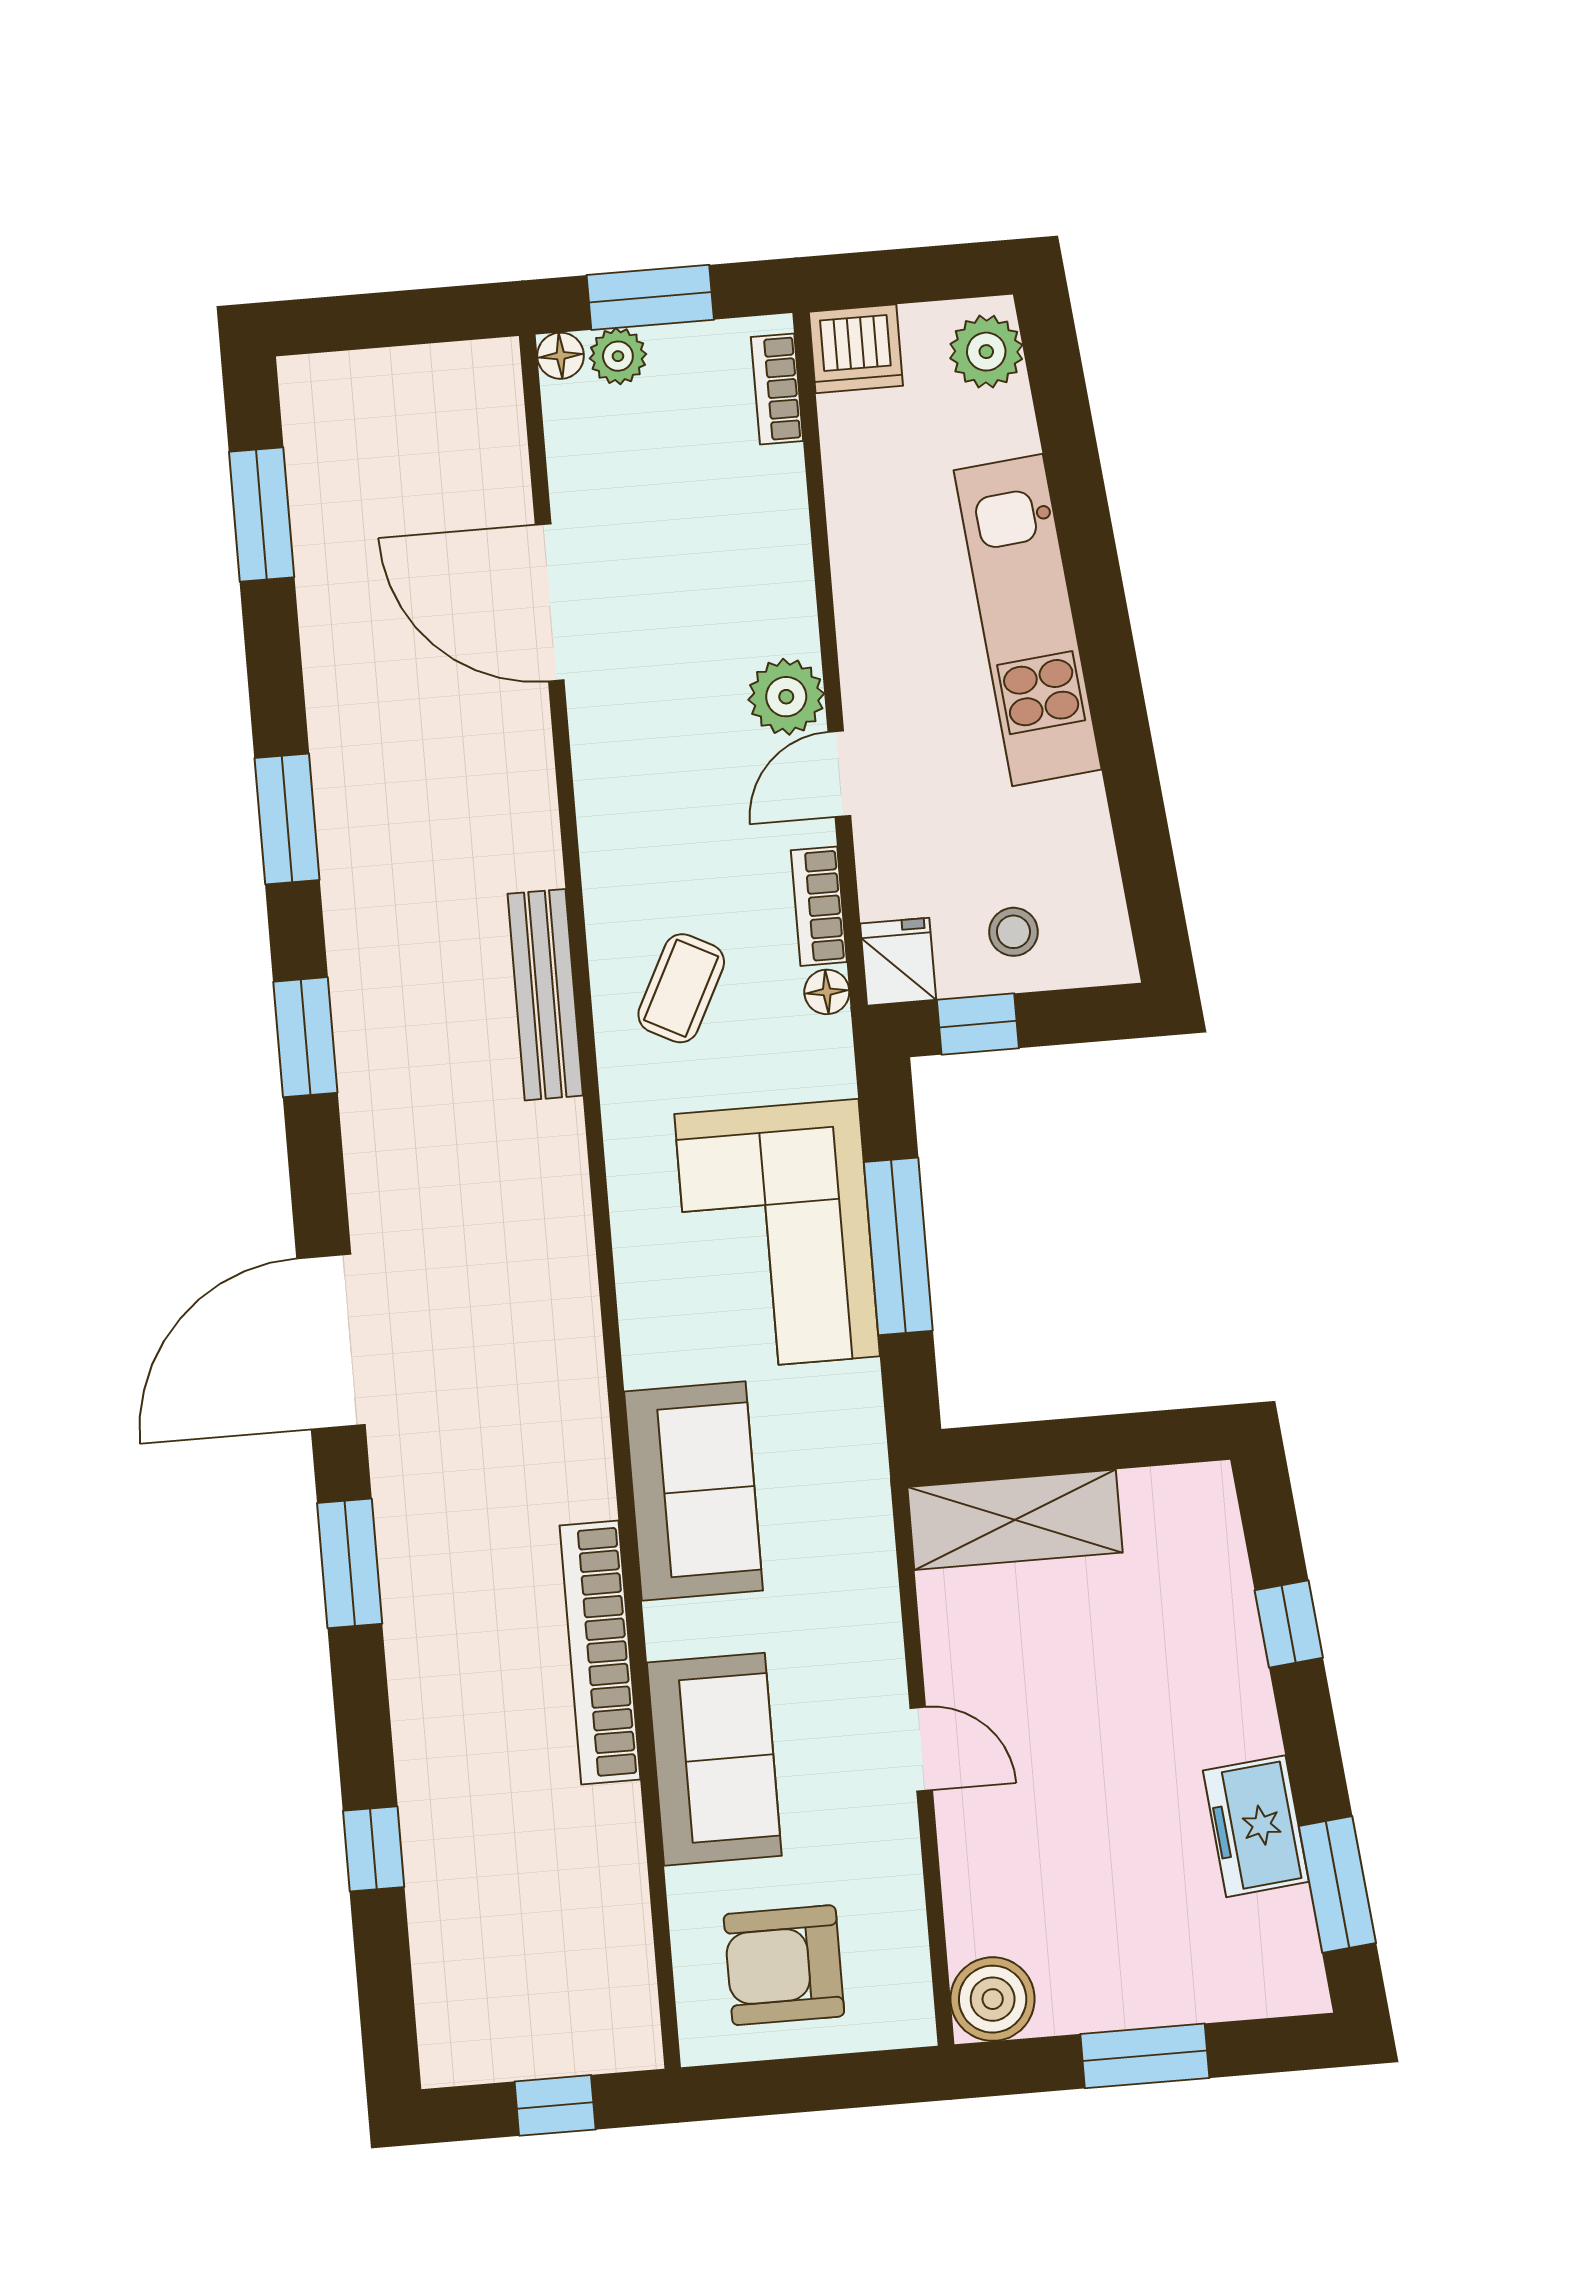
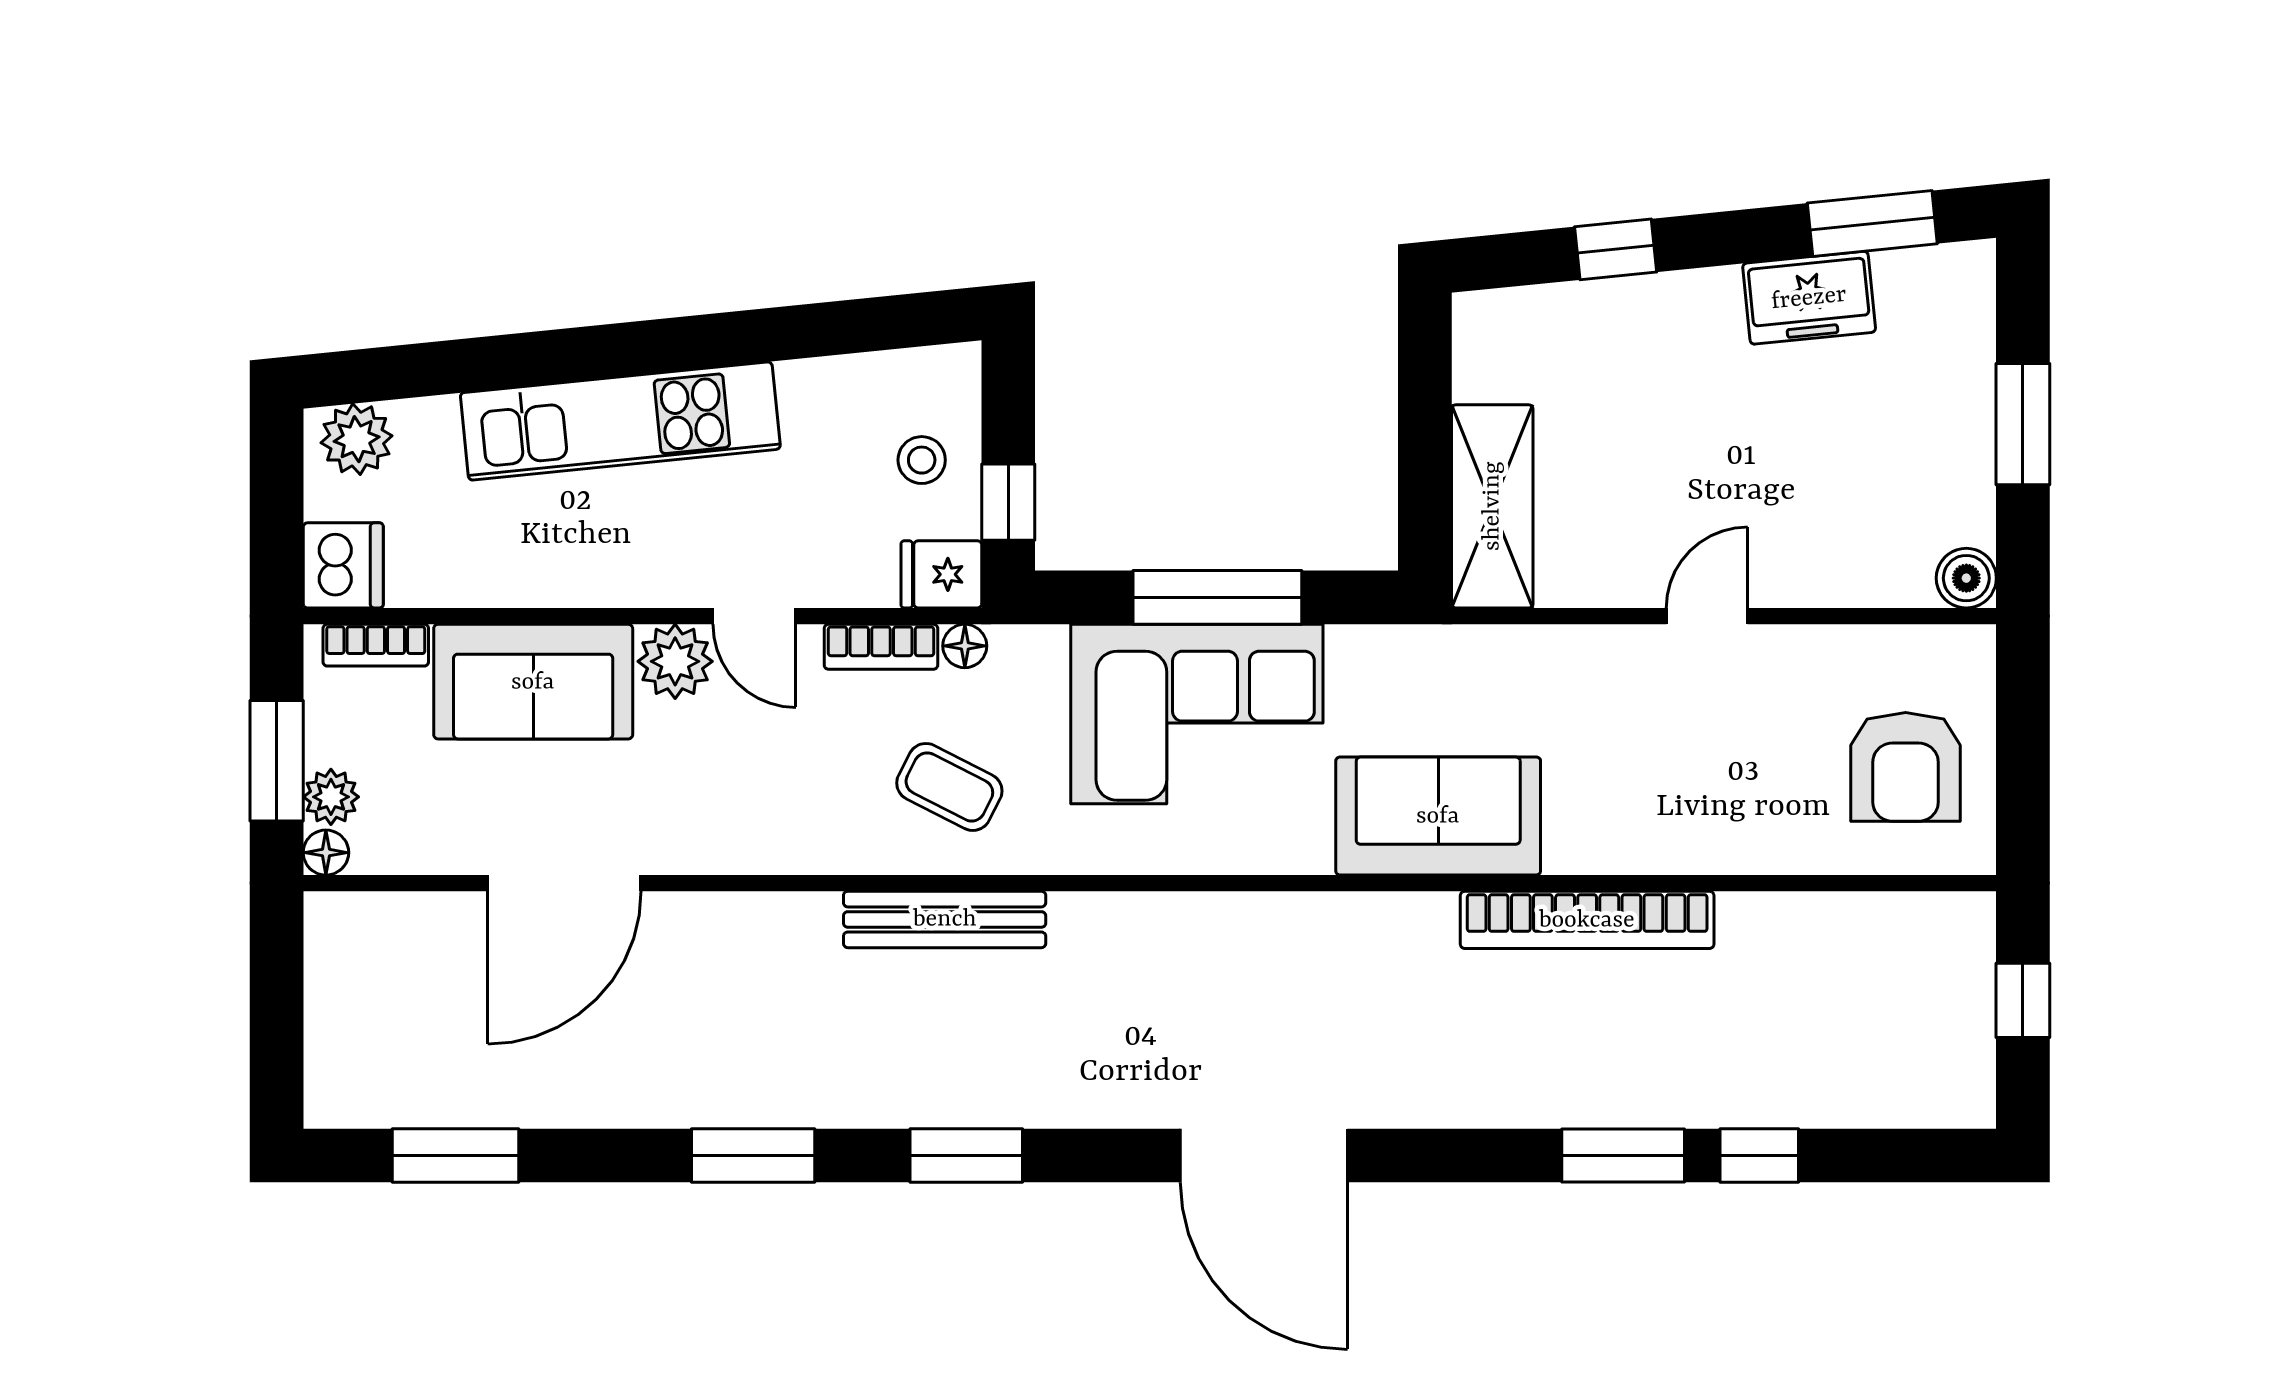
window: (350, 1563) -> (1623, 1156), moved
sofa: (714, 1759) -> (533, 682), moved, turned 180
boiler: (993, 1999) -> (1966, 578), width x0.73, depth x0.73

